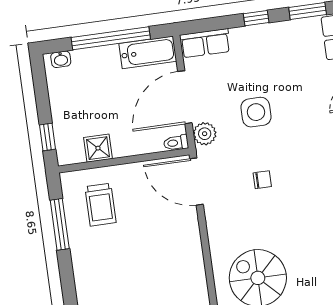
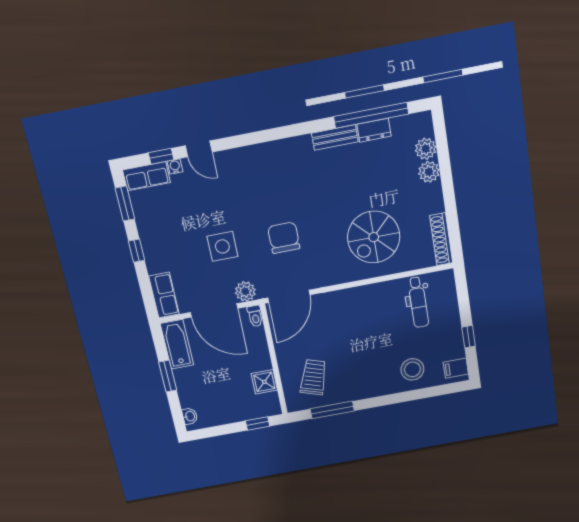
window: (111, 38) -> (168, 376), width x0.47
chair: (262, 180) -> (284, 238), width x1.87, depth x1.87
trolley: (101, 205) -> (313, 377), turned -72

